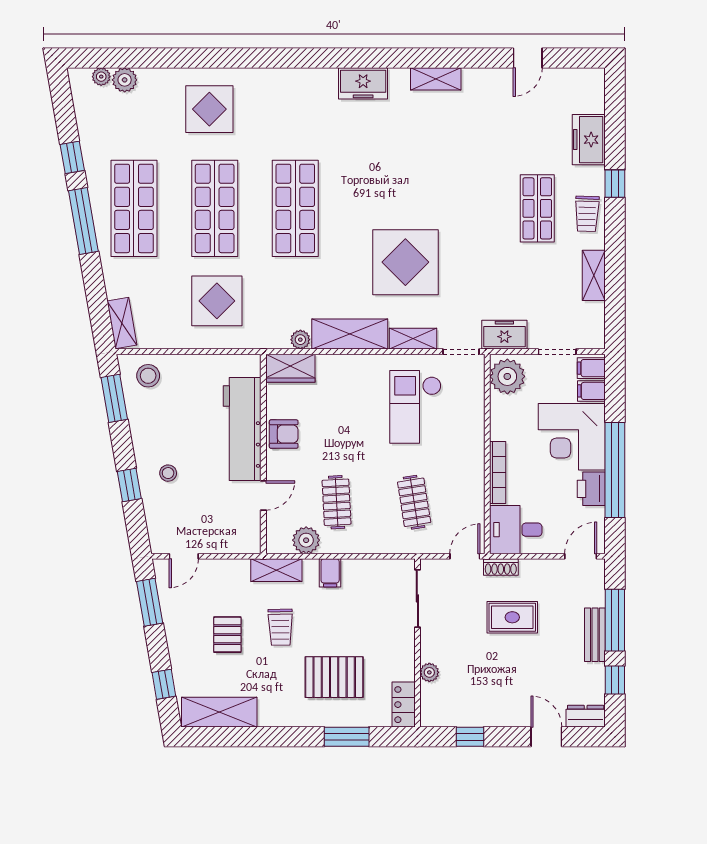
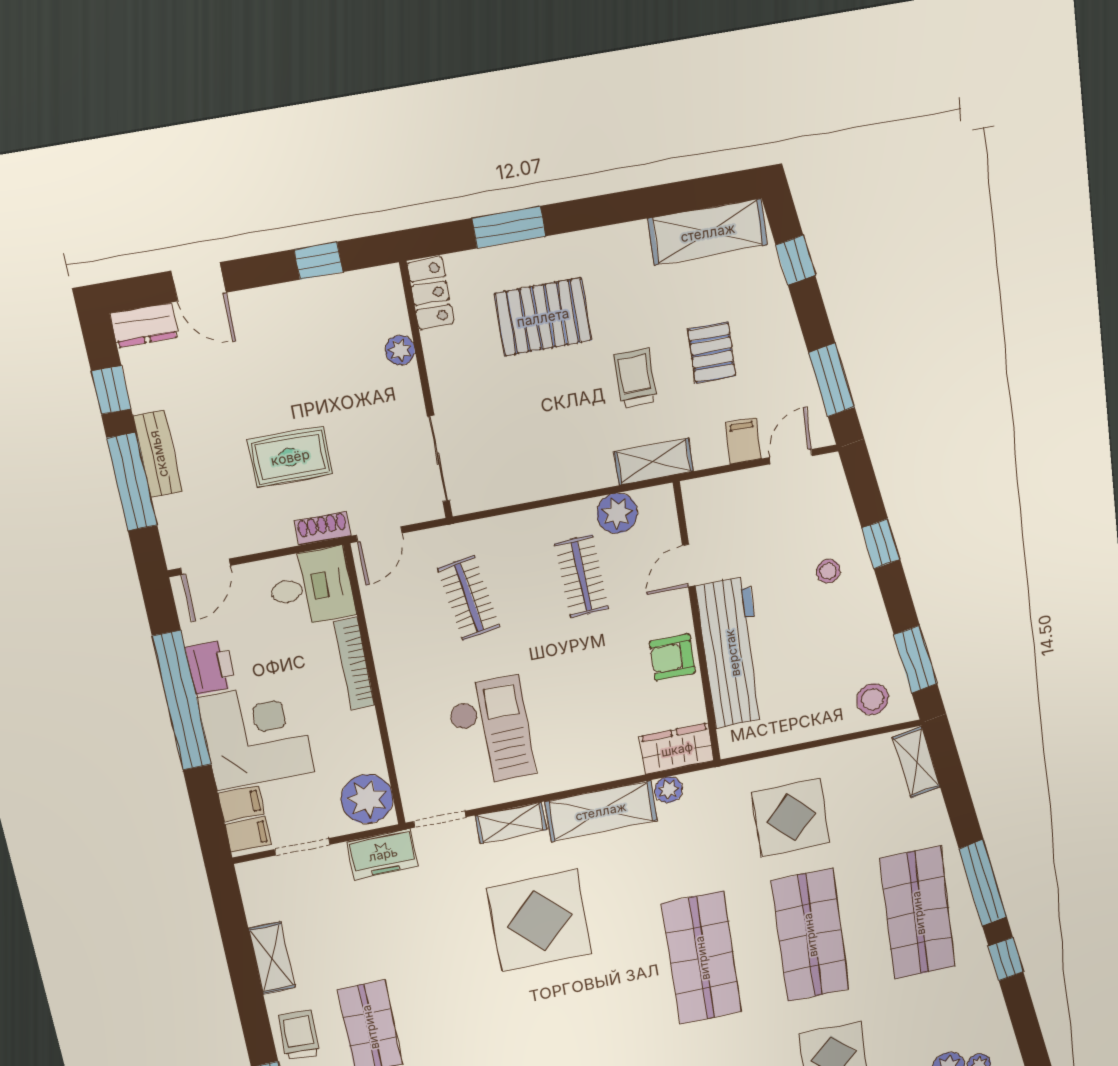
filing cabinet: (330, 573) -> (743, 441), moved

